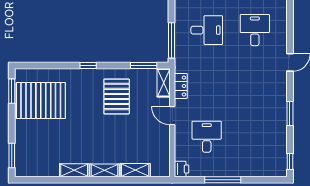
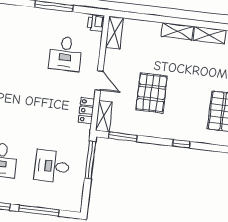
pallet: (117, 96) -> (152, 93), moved
shelving: (135, 170) -> (114, 33), moved, turned 90

